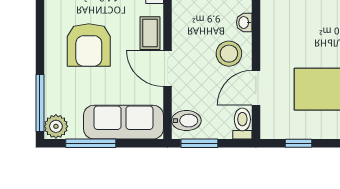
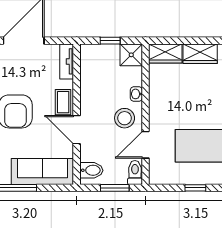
window: (199, 143) -> (115, 188), moved
window: (298, 143) -> (195, 188), moved

